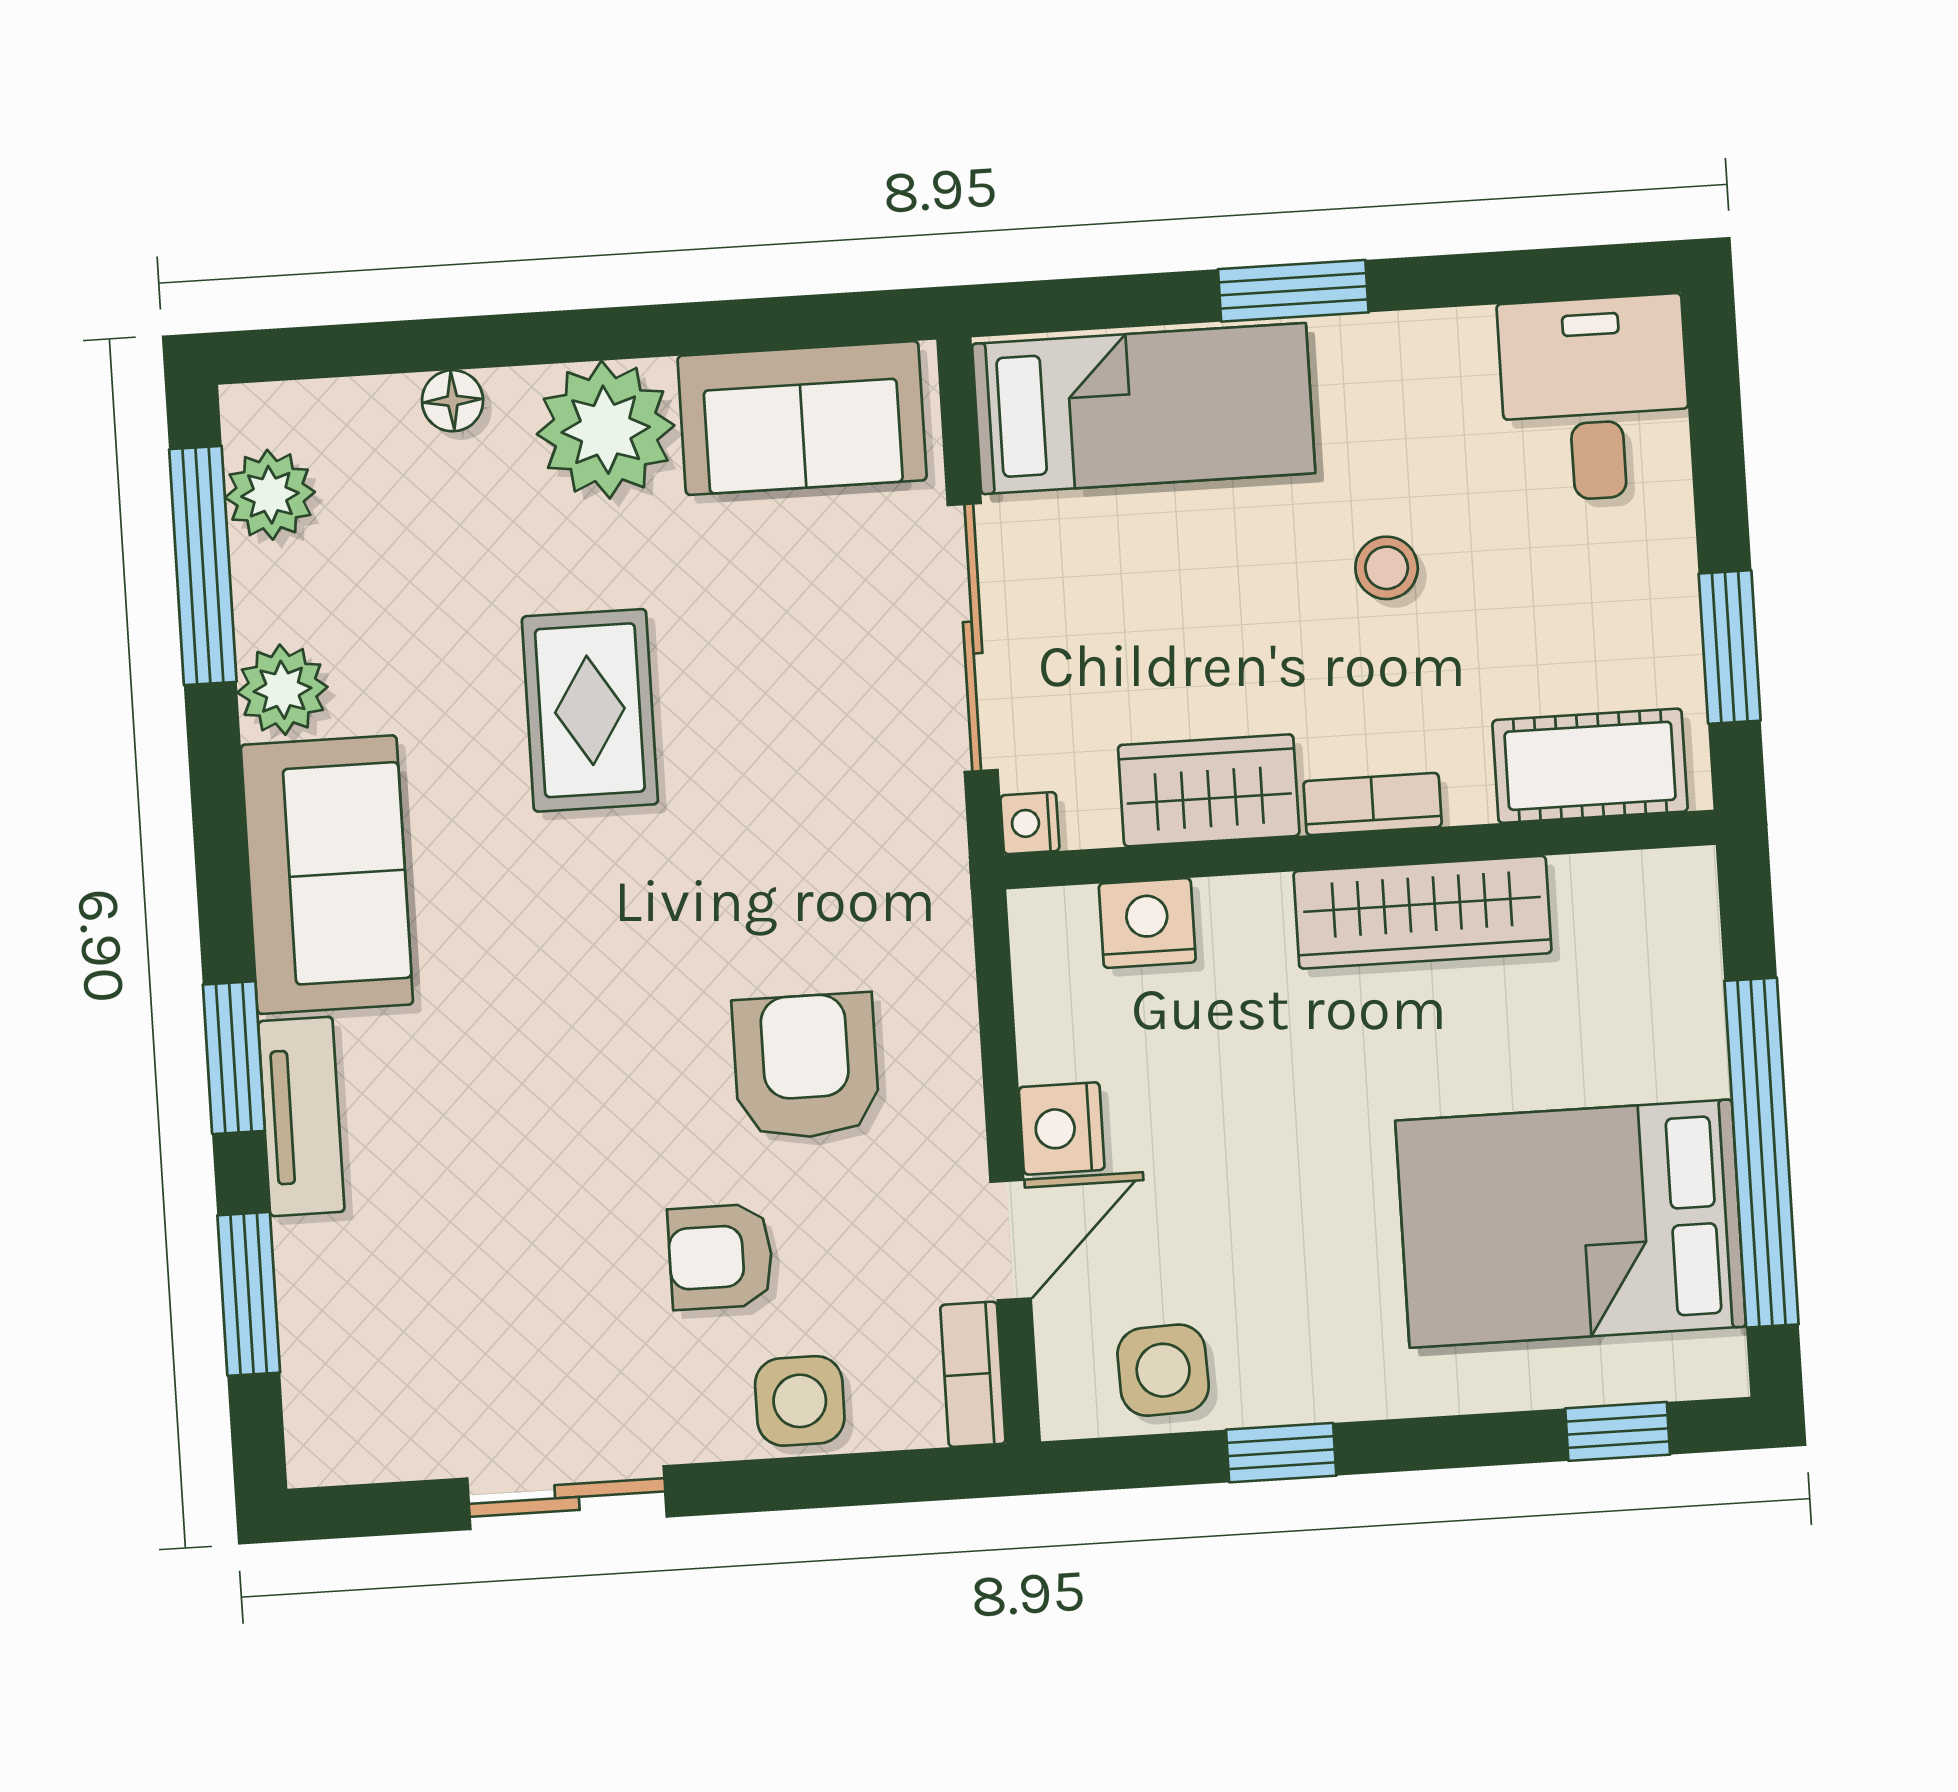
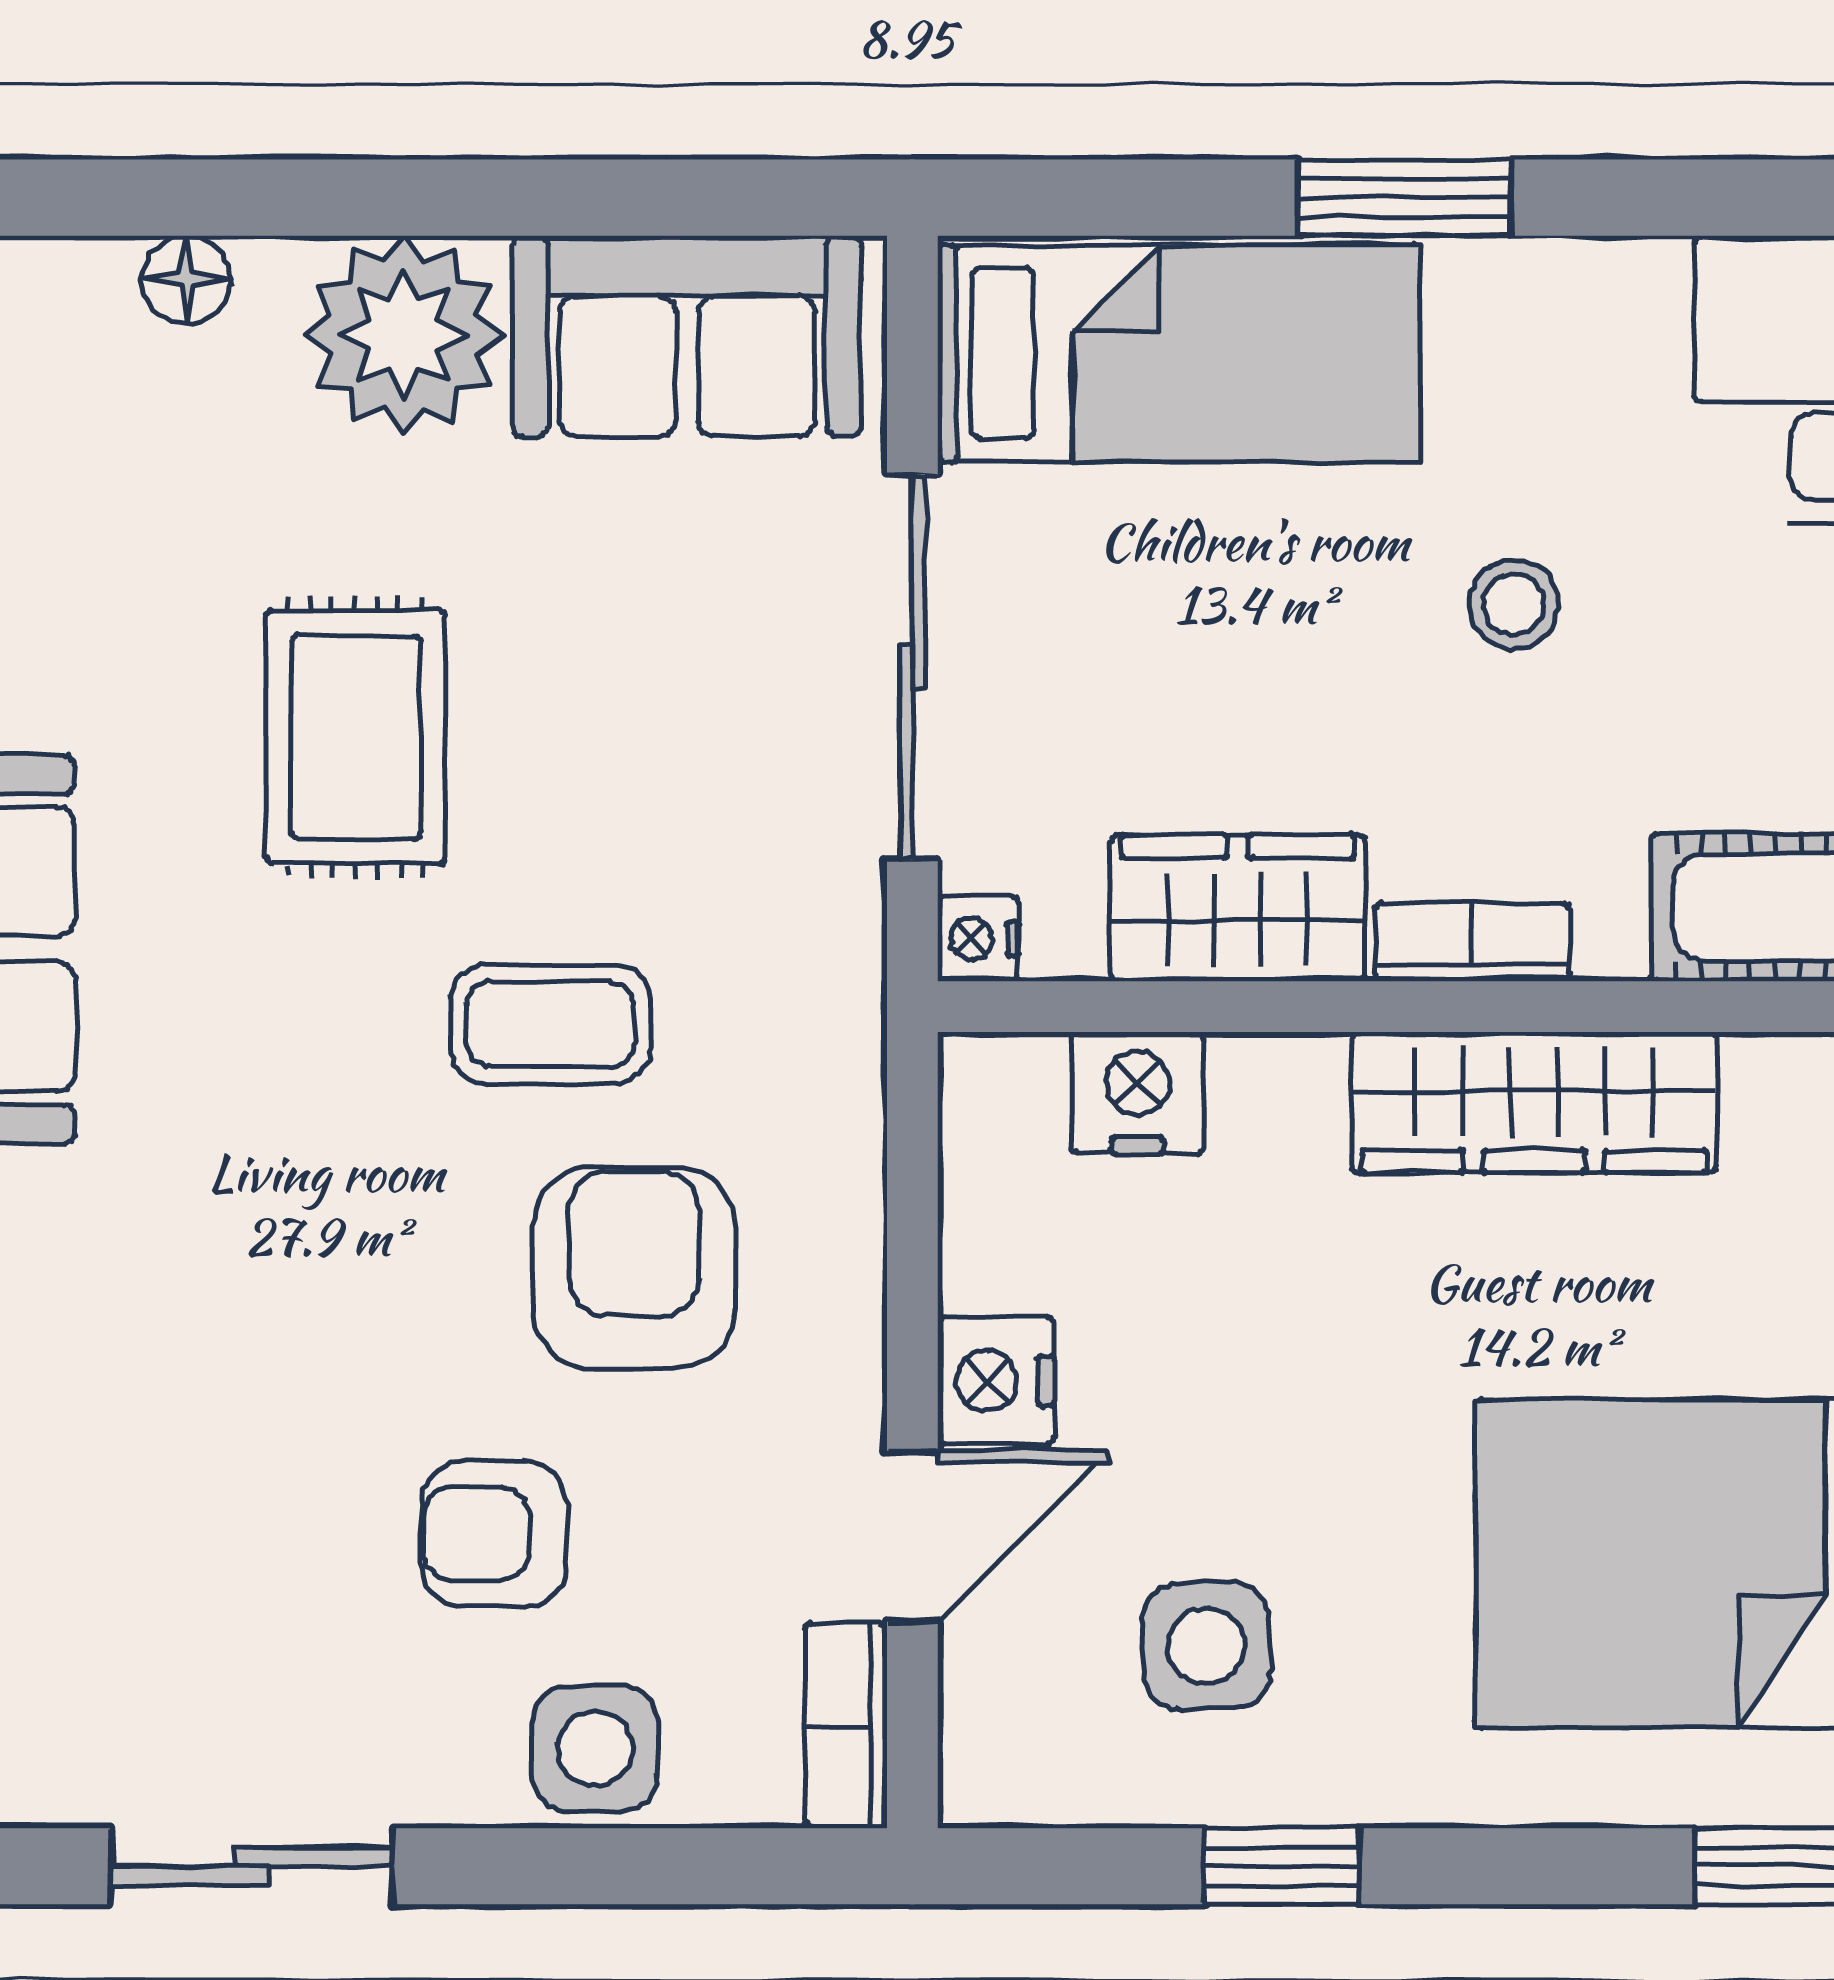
coffee table: (738, 901) -> (551, 1024), added
side table: (1163, 1370) -> (1206, 1646), moved

